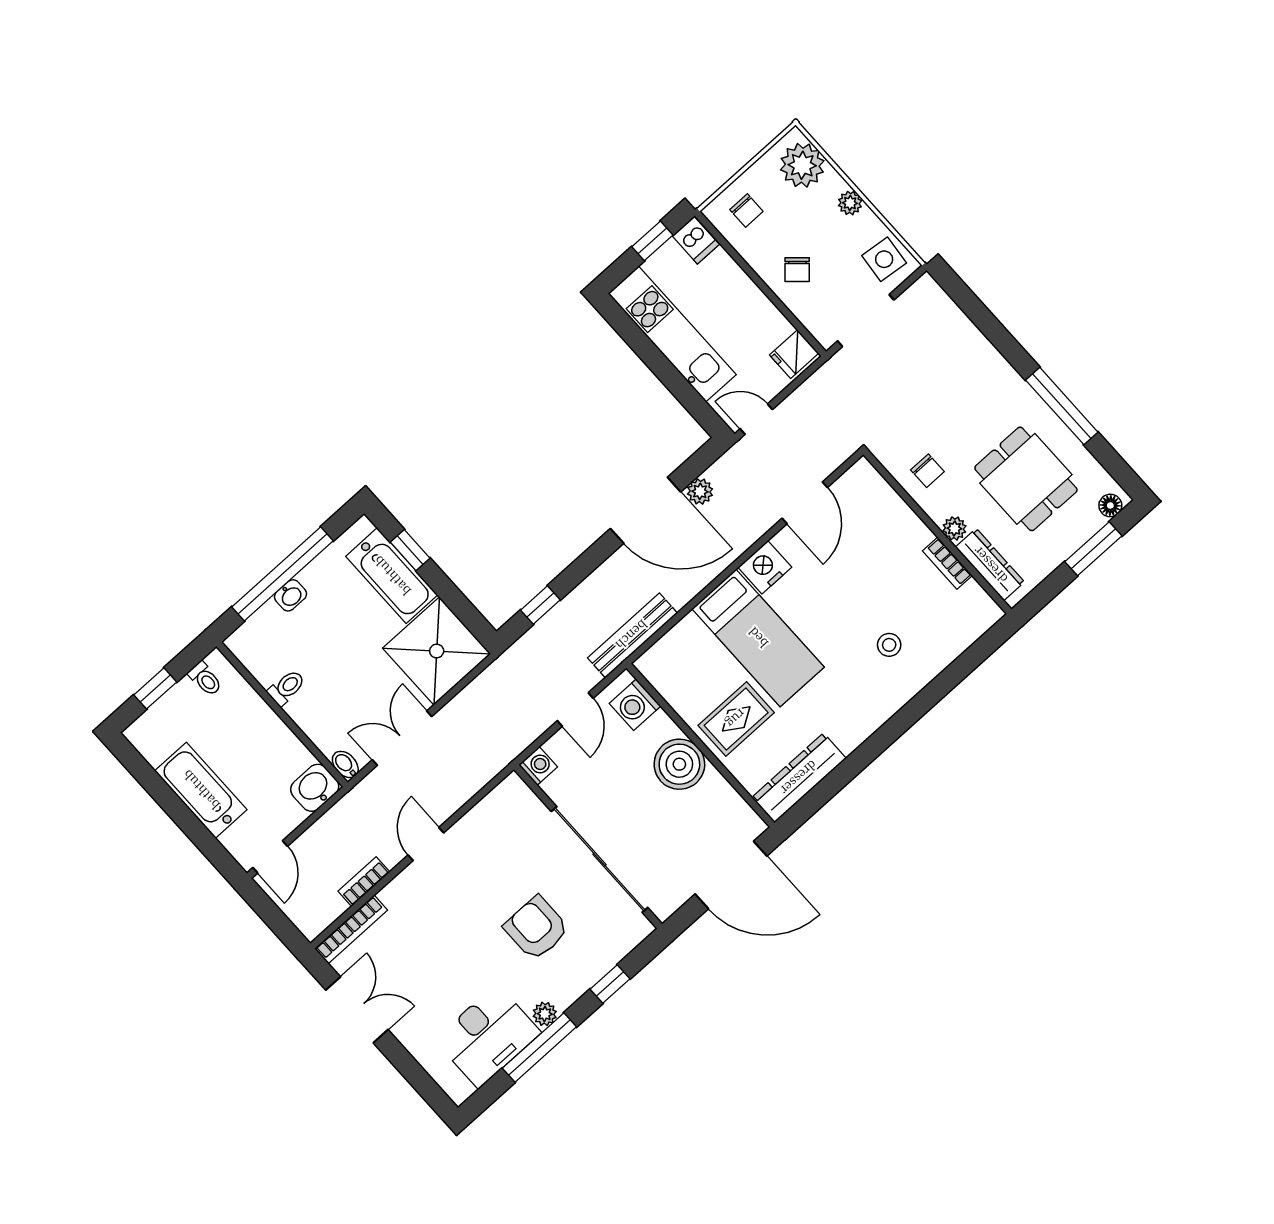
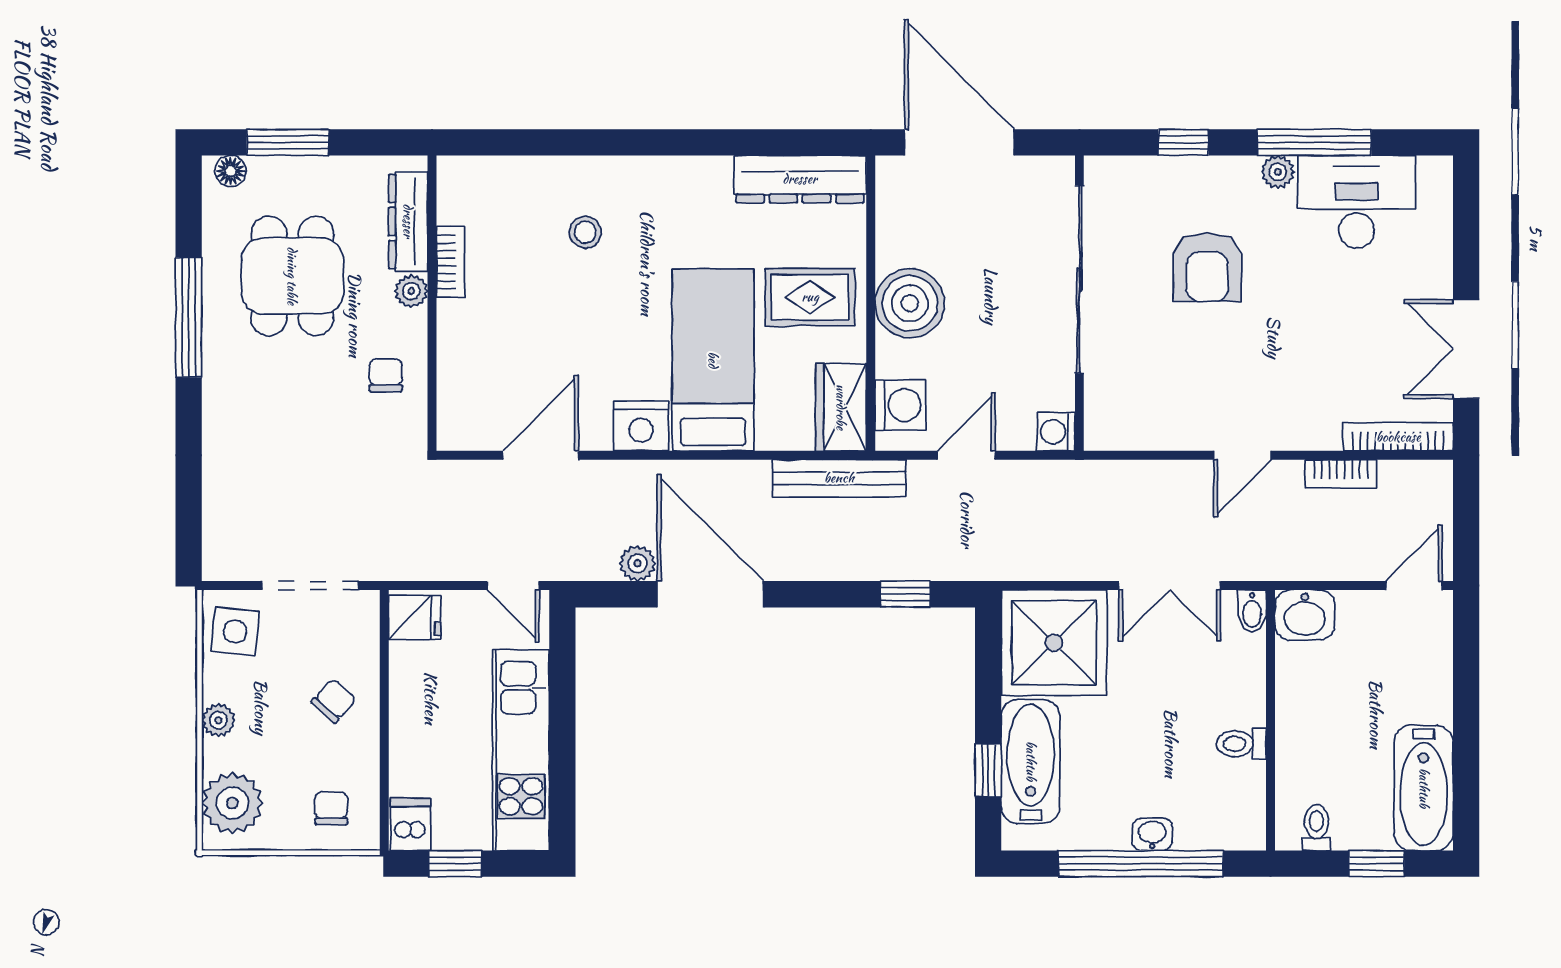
wardrobe: (666, 675) -> (841, 407), added
bathtub: (201, 790) -> (1424, 788), moved

